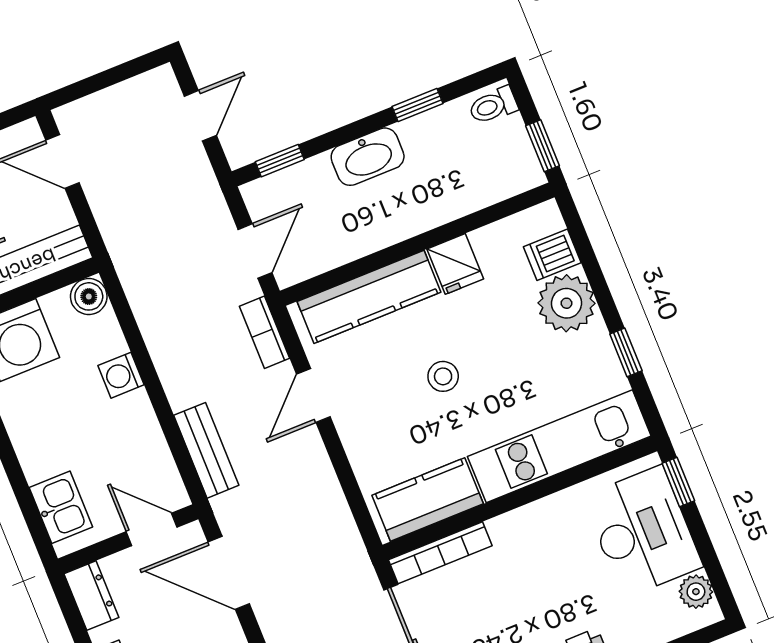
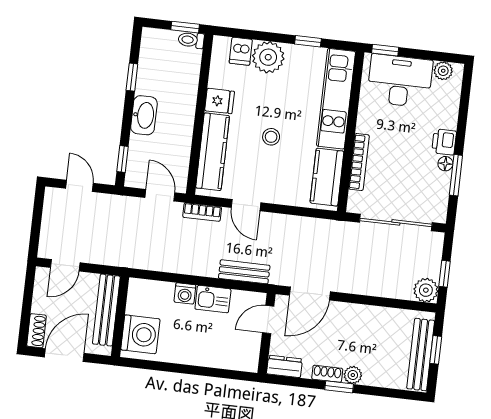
toilet: (493, 106) -> (191, 40), moved, turned 90
boiler: (89, 296) -> (138, 288), removed
kitchen sink: (61, 507) -> (213, 299), moved, turned 180
bookcase: (440, 553) -> (359, 162), moved

